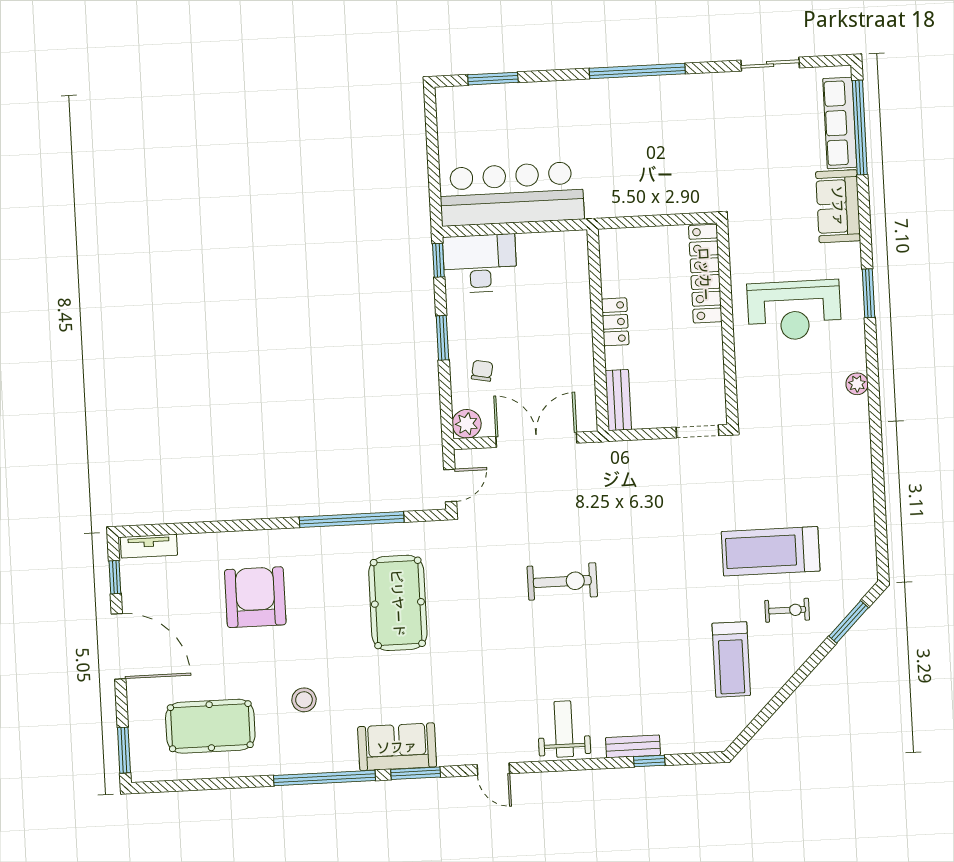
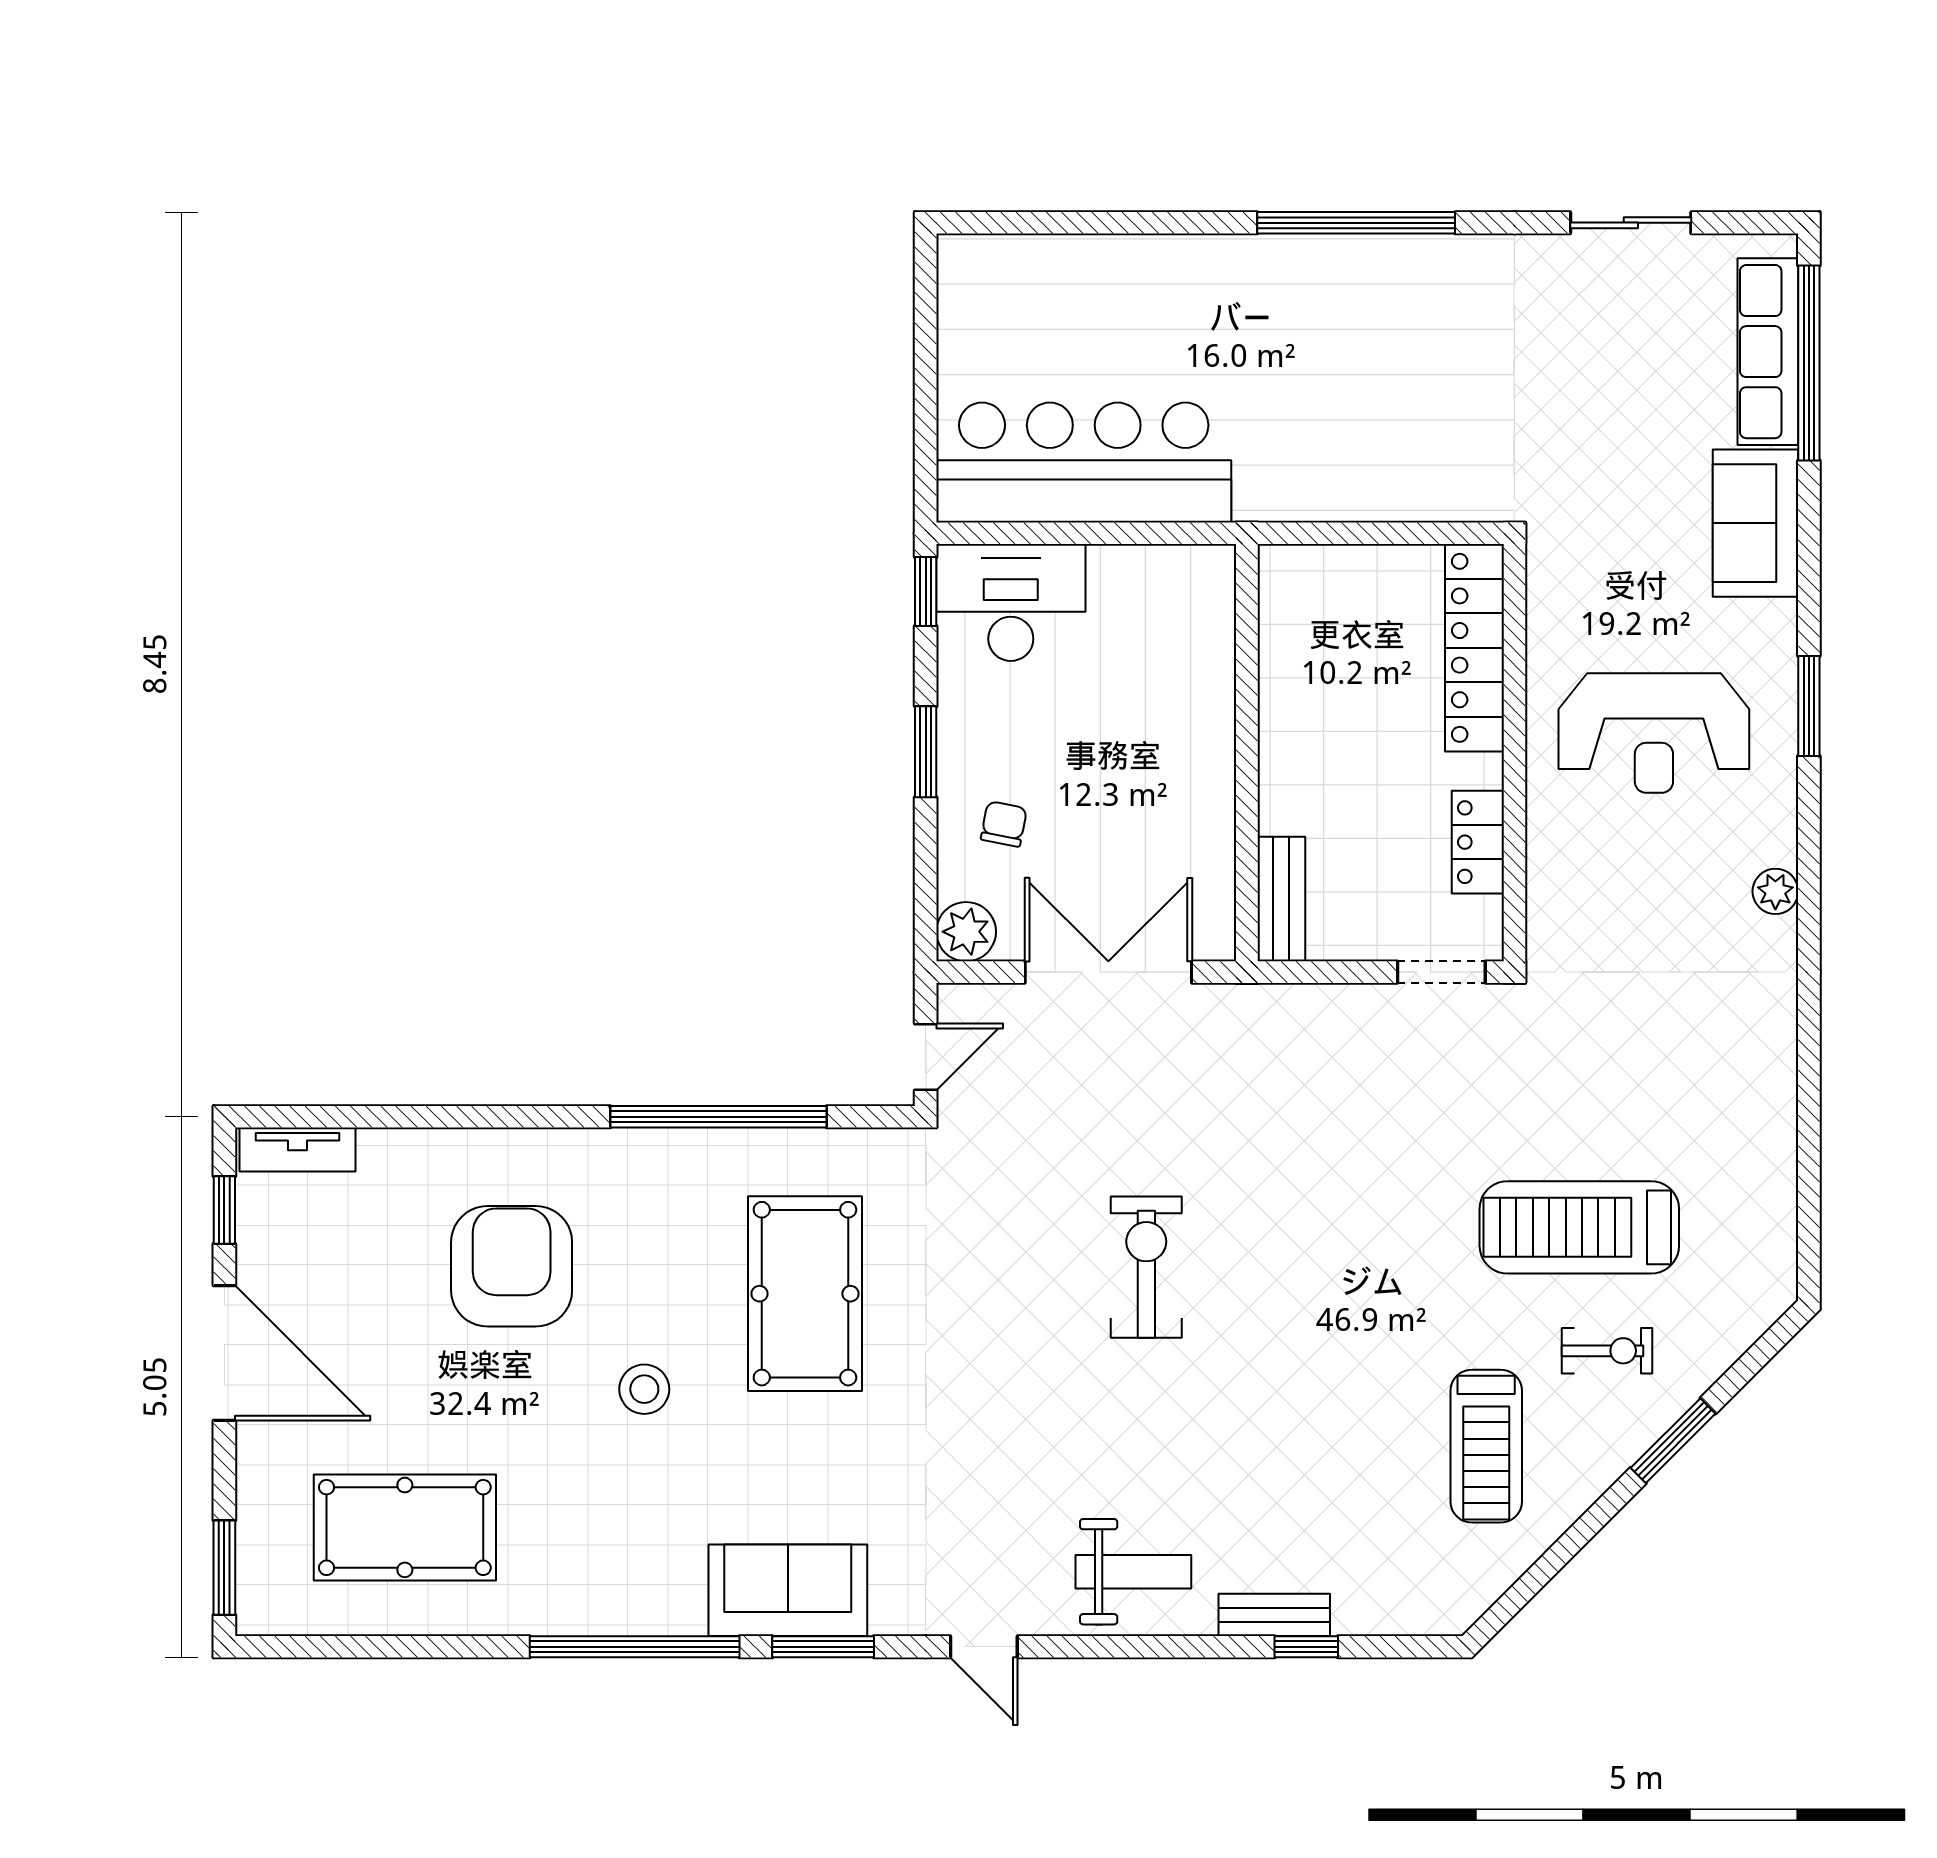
window: (493, 79) -> (1058, 223), removed
locker: (615, 322) -> (1478, 842), moved, turned 180
exercise bike: (562, 581) -> (1146, 1267), turned -90
window: (849, 622) -> (1673, 1441), moved
stool: (304, 700) -> (644, 1389), moved
weight bench: (564, 729) -> (1133, 1572), turned 90

